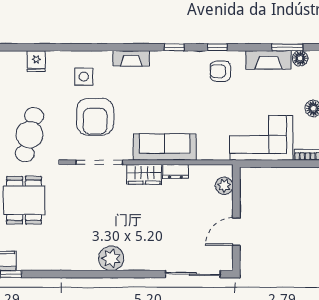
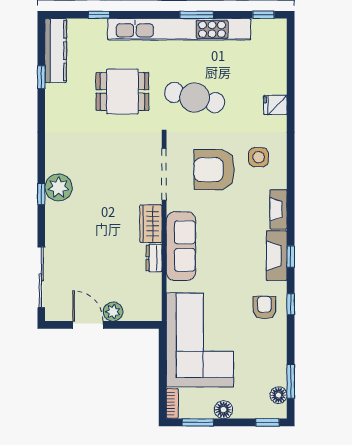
fireplace: (268, 60) -> (277, 256), moved
corner sofa: (261, 138) -> (200, 340), width x1.36, depth x1.36
plant: (224, 186) -> (113, 312), moved
window: (117, 274) -> (41, 194), added

